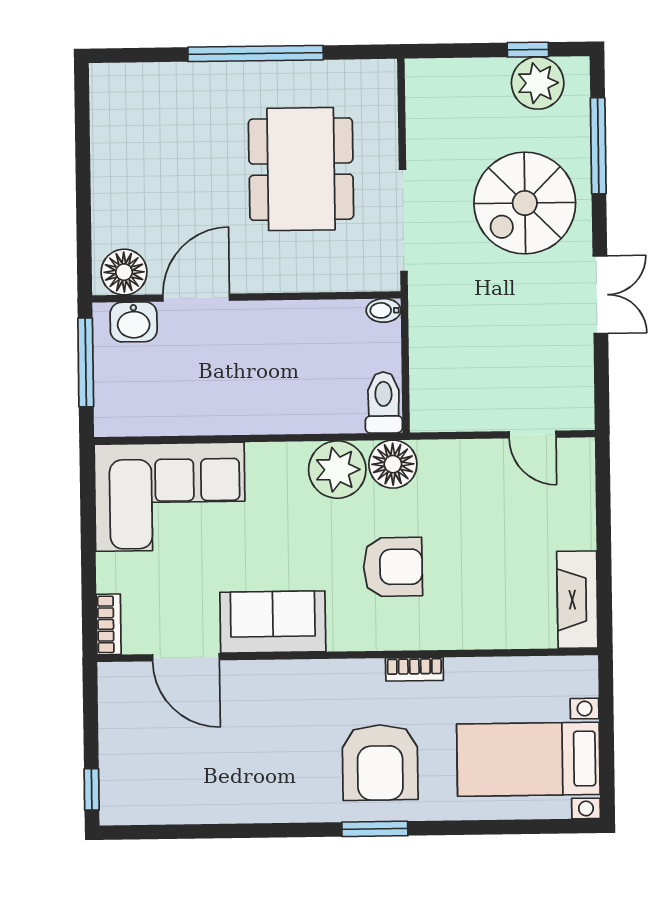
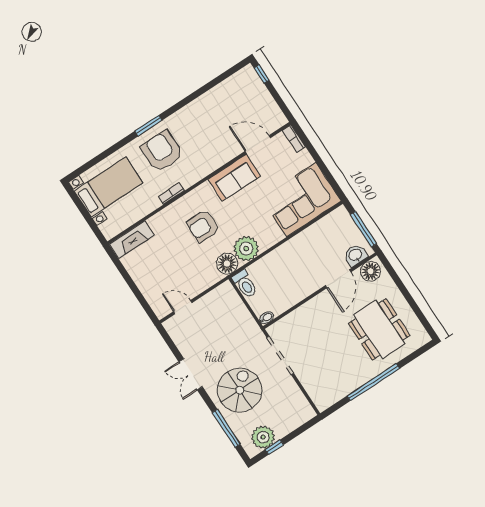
dining table: (301, 169) -> (379, 329), moved
fireplace: (577, 600) -> (132, 239), moved, turned 90

